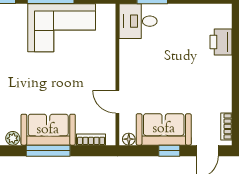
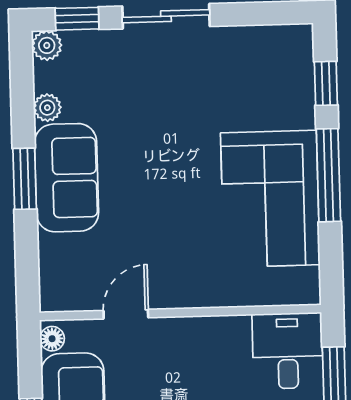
bookcase: (91, 140) -> (49, 264), removed
window: (48, 151) -> (25, 179), width x0.69

